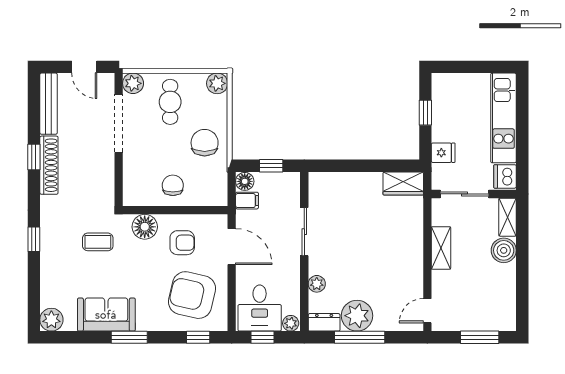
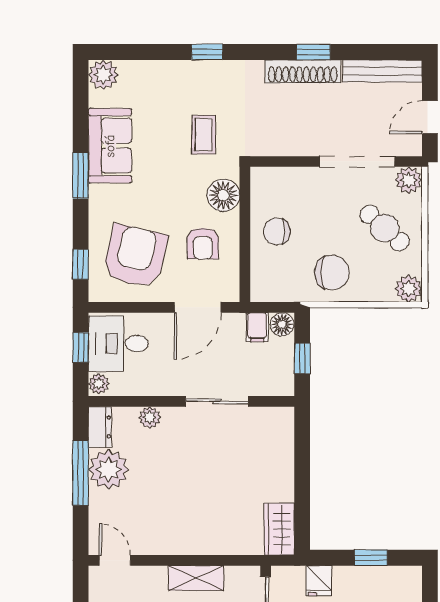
cafe table: (170, 102) -> (385, 228), turned 42
chair: (173, 185) -> (277, 231), turned 180

